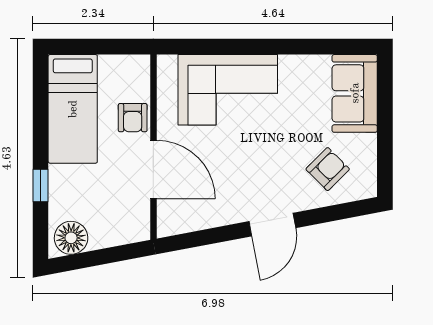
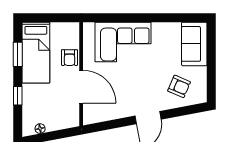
window: (41, 112) -> (18, 54), added
armchair: (328, 169) -> (179, 86), turned 68
floor lamp: (71, 238) -> (40, 129), width x0.53, depth x0.53

